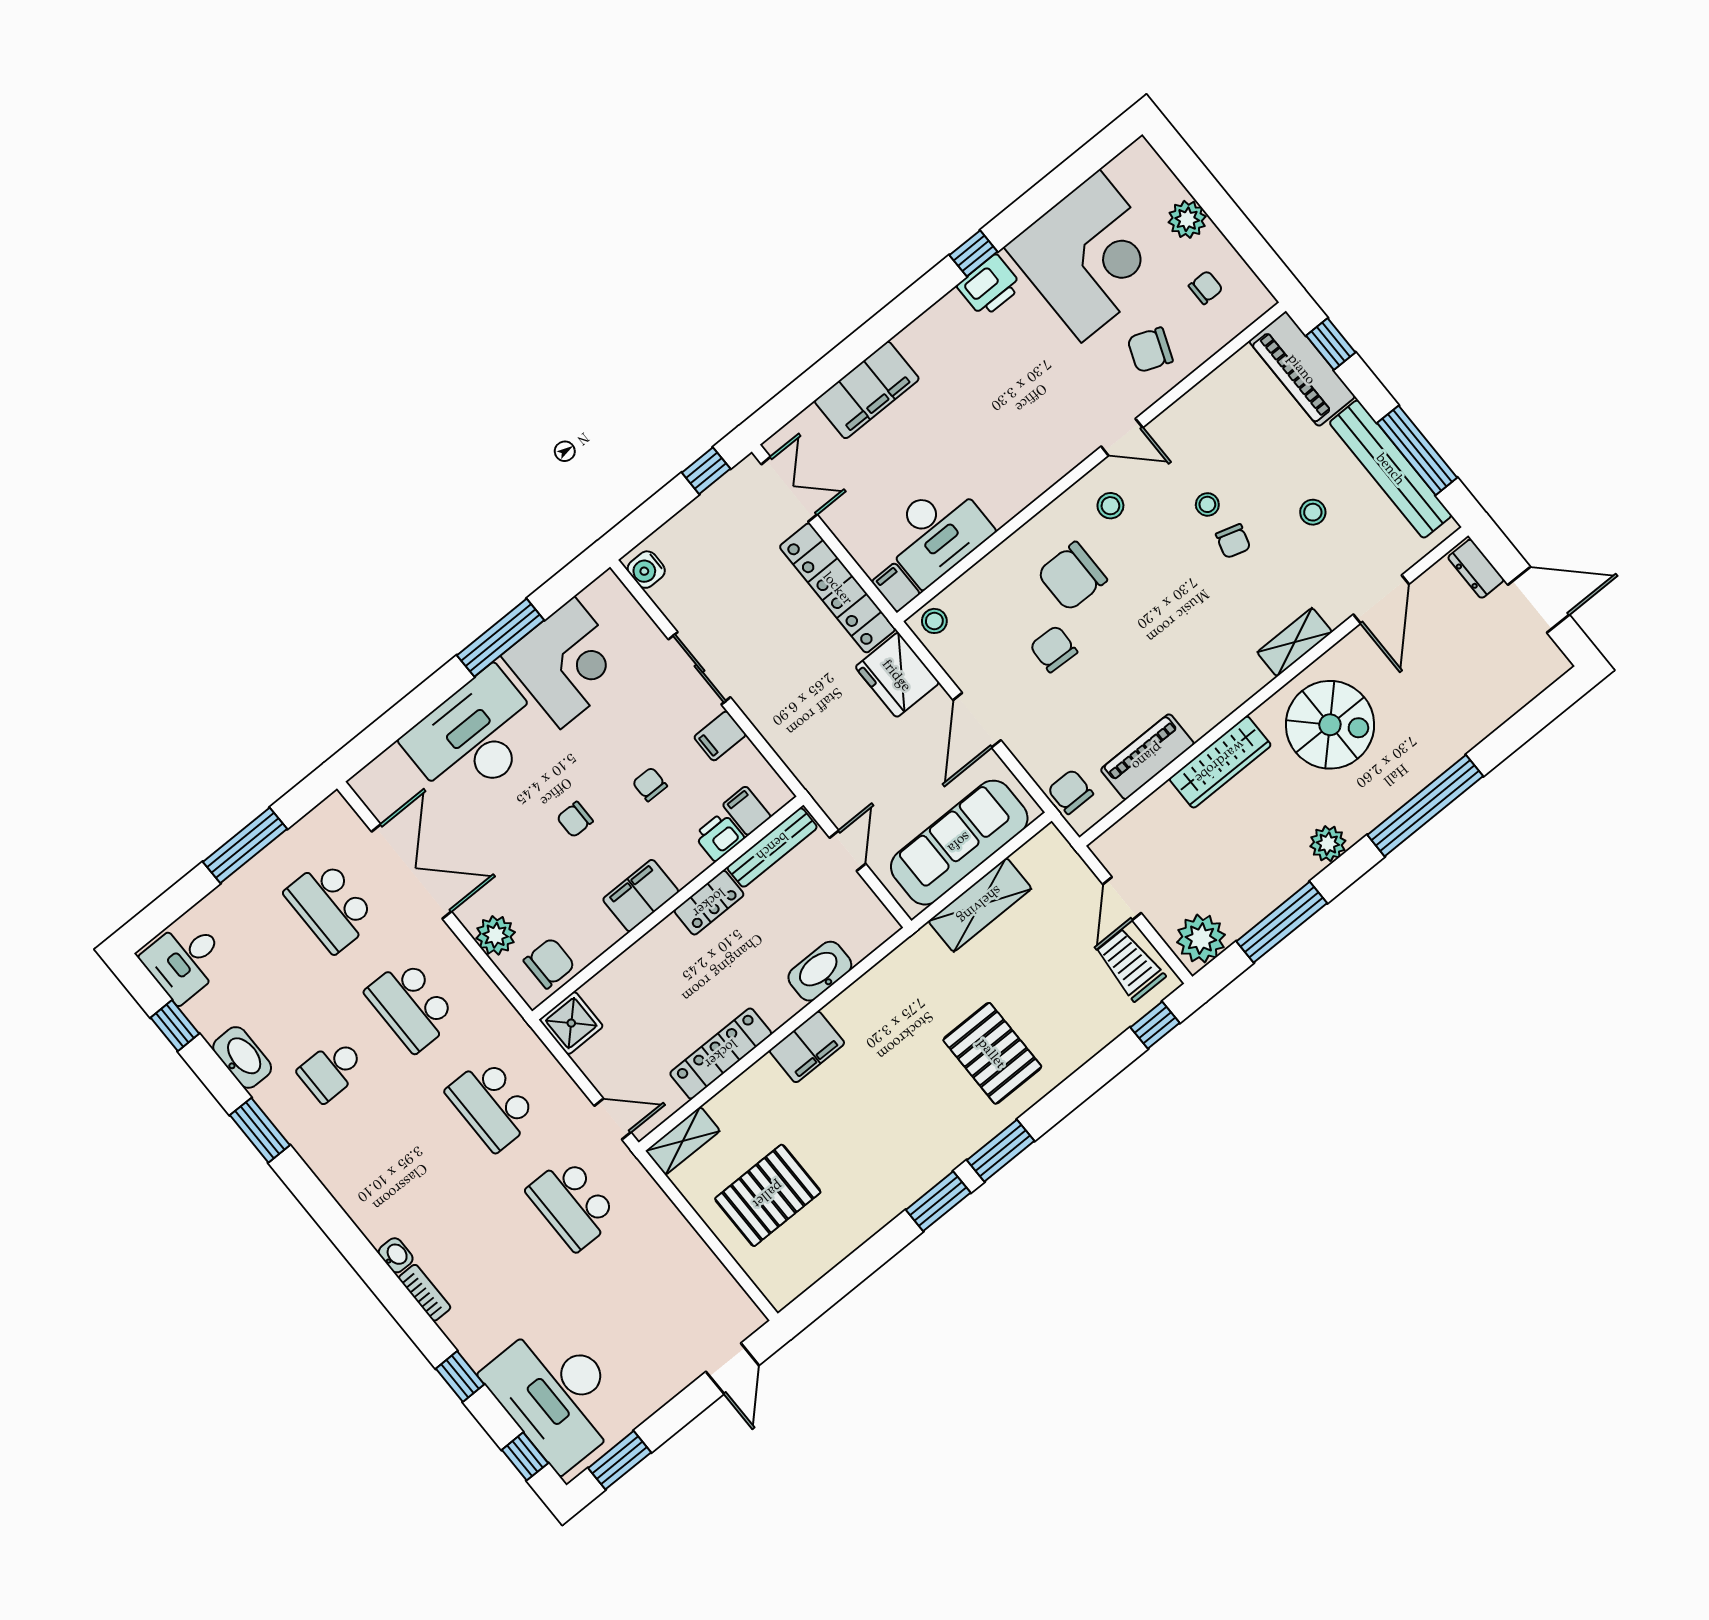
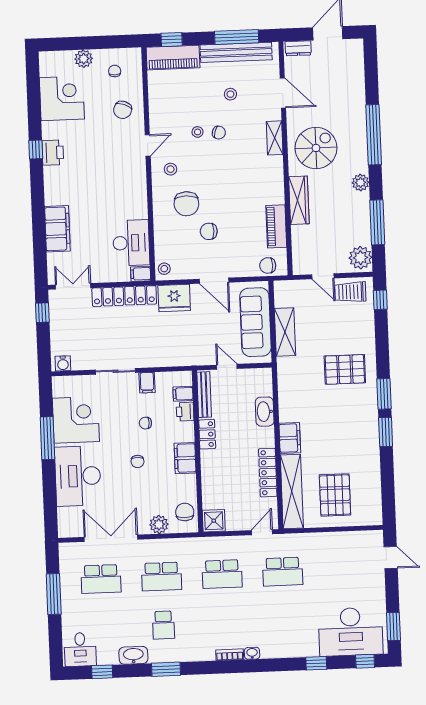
corner desk: (1090, 256) -> (62, 98), width x0.74, depth x0.74
shelving: (683, 1141) -> (292, 491), width x2.20, depth x1.33
bookcase: (425, 1293) -> (230, 655), moved

